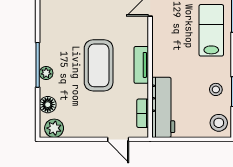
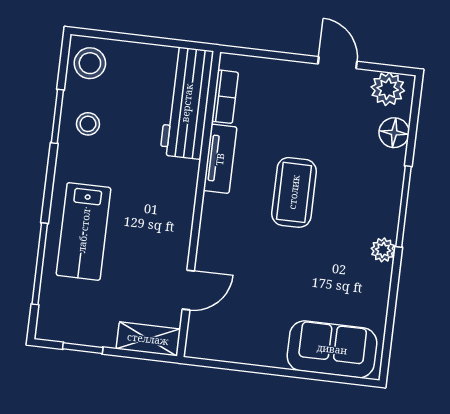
coffee table: (99, 65) -> (294, 192), width x0.73, depth x0.76
tv unit: (141, 65) -> (220, 159), moved
plant: (46, 73) -> (383, 250), moved
door: (118, 139) -> (337, 63), moved

